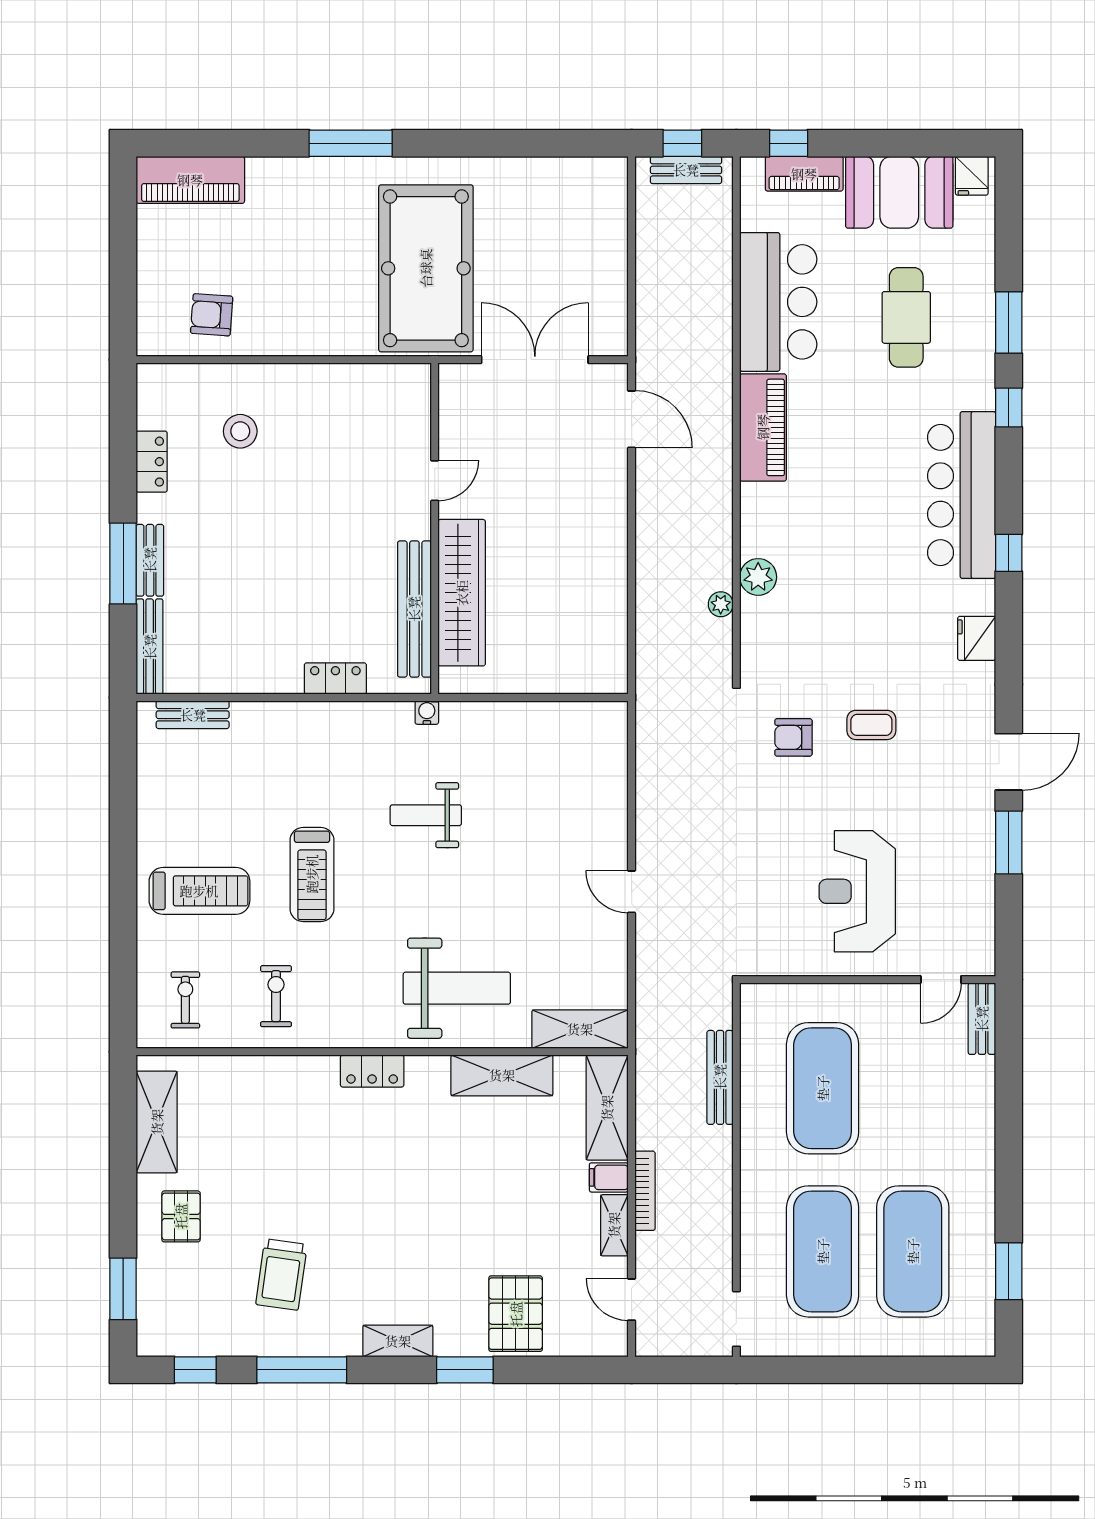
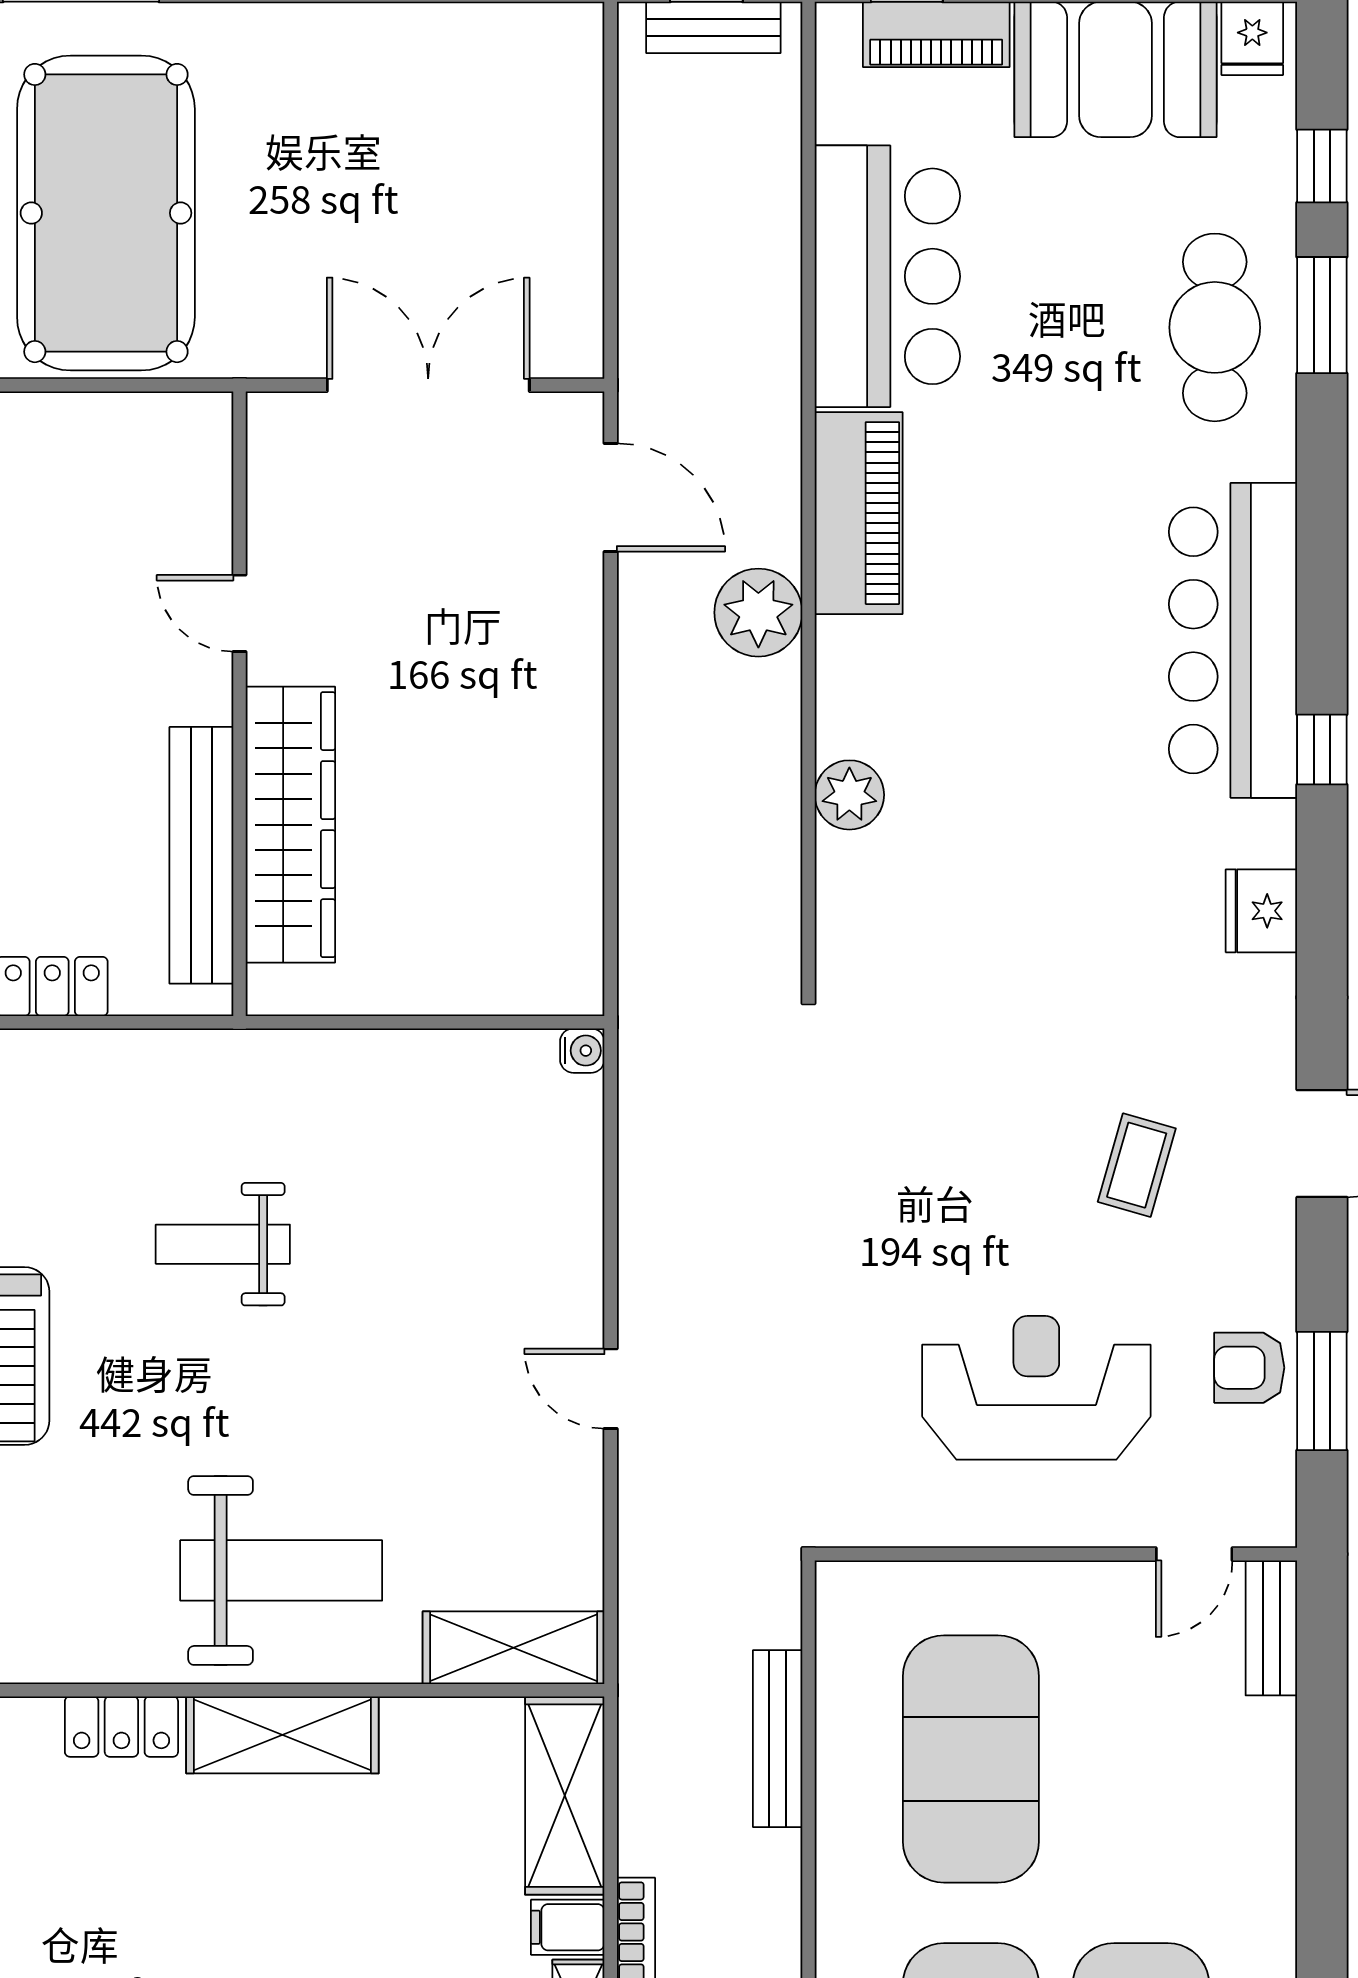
pool table: (426, 268) -> (106, 213), moved
cafe table: (906, 317) -> (1215, 327), moved
window: (1009, 407) -> (1322, 166), moved
door: (435, 481) -> (240, 613), swing flipped
plant: (721, 604) -> (758, 613), moved, width x1.88, depth x1.88
water cooler: (427, 713) -> (582, 1051), moved, turned 90
coffee table: (871, 725) -> (1137, 1165), moved, turned -74
armchair: (793, 737) -> (1249, 1368), moved
window: (1009, 842) -> (1322, 1391), moved
reception desk: (857, 891) -> (1036, 1388), turned 90
shelving: (502, 1075) -> (282, 1735), moved

